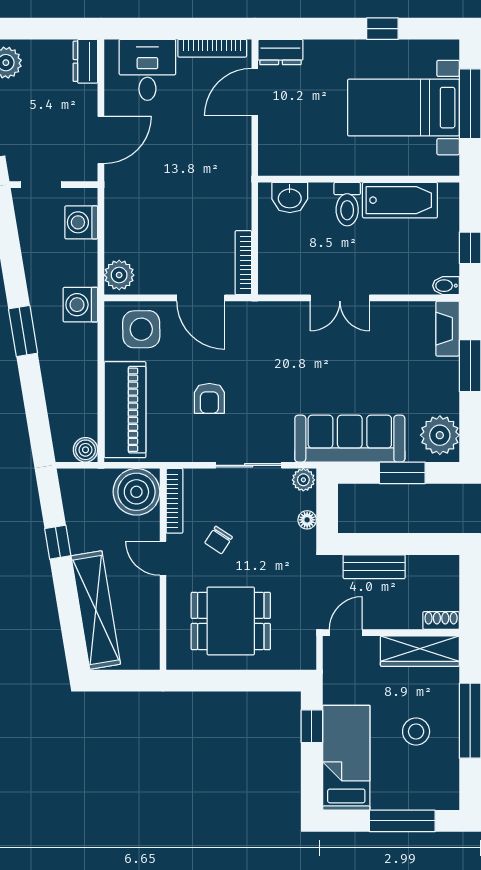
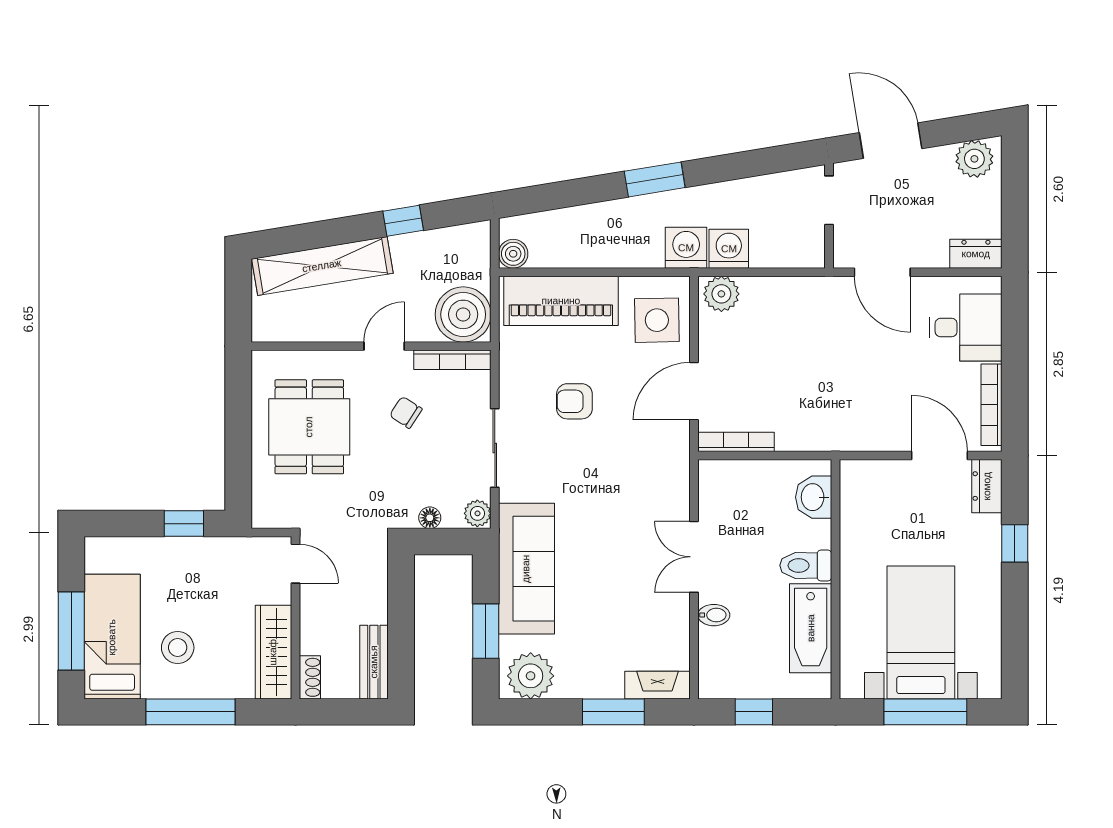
window: (382, 29) -> (1015, 543), moved
washing machine: (81, 222) -> (729, 249), moved
bidet: (446, 286) -> (714, 615), moved, turned 90
bench: (374, 567) -> (374, 662), moved
bed: (346, 758) -> (112, 637), moved, turned -90

